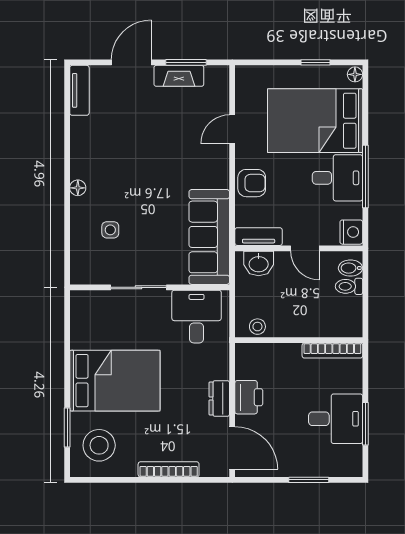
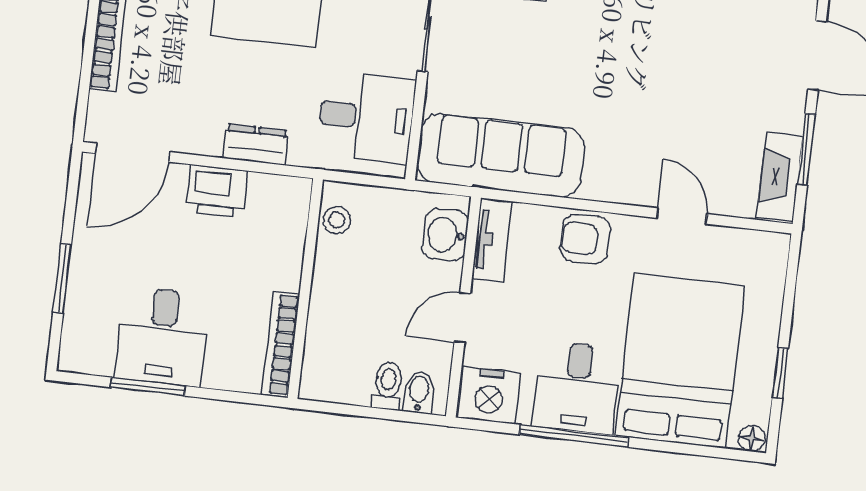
fireplace: (179, 76) -> (780, 177), moved
armchair: (252, 183) -> (585, 239), turned 90
nightstand: (351, 232) -> (489, 395), width x1.36, depth x1.33
dresser: (219, 399) -> (256, 144), moved

